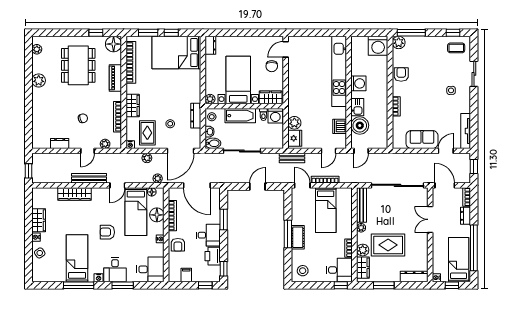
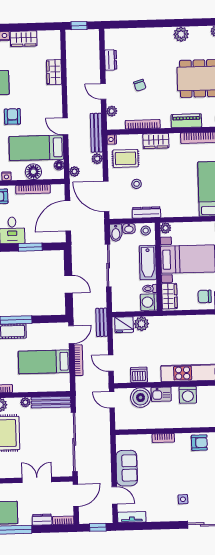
tv unit: (466, 131) -> (132, 517), width x0.71
bench: (89, 178) -> (96, 133), moved
wardrobe: (75, 194) -> (54, 72), width x0.67

